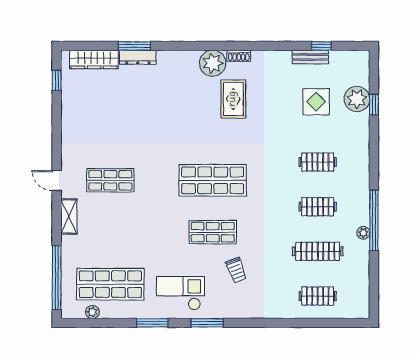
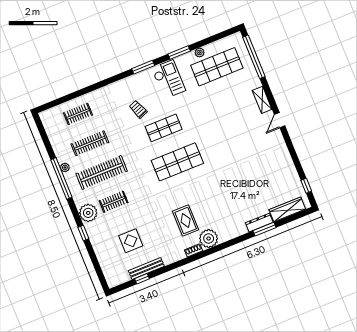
bench: (310, 57) -> (146, 269), width x1.36
plant: (357, 99) -> (88, 213), moved
window: (374, 105) -> (83, 233), moved
shop shelf: (110, 180) -> (244, 135), removed
door: (57, 181) -> (280, 120), swing flipped
clothes rail: (318, 207) -> (102, 172), width x1.86, depth x1.31
checkout: (180, 293) -> (169, 79), turned -90
plant: (92, 312) -> (200, 52), moved

